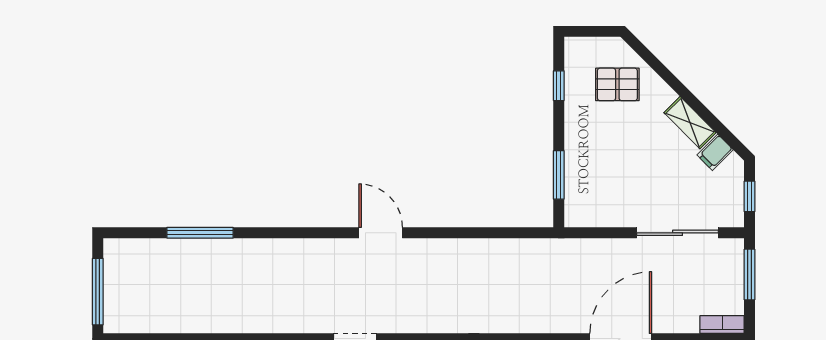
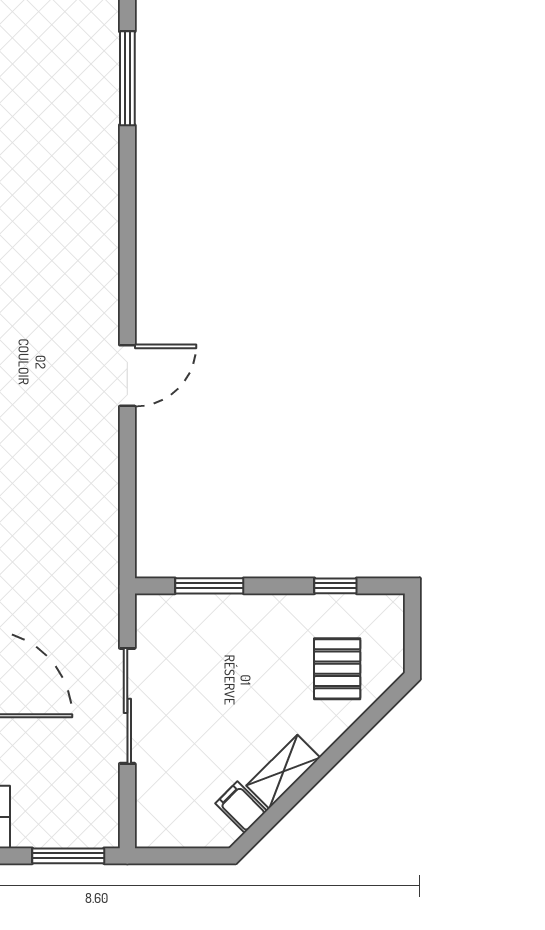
window: (749, 196) -> (179, 856), removed
door: (381, 233) -> (127, 376), moved
sliding door: (678, 233) -> (127, 706), moved

